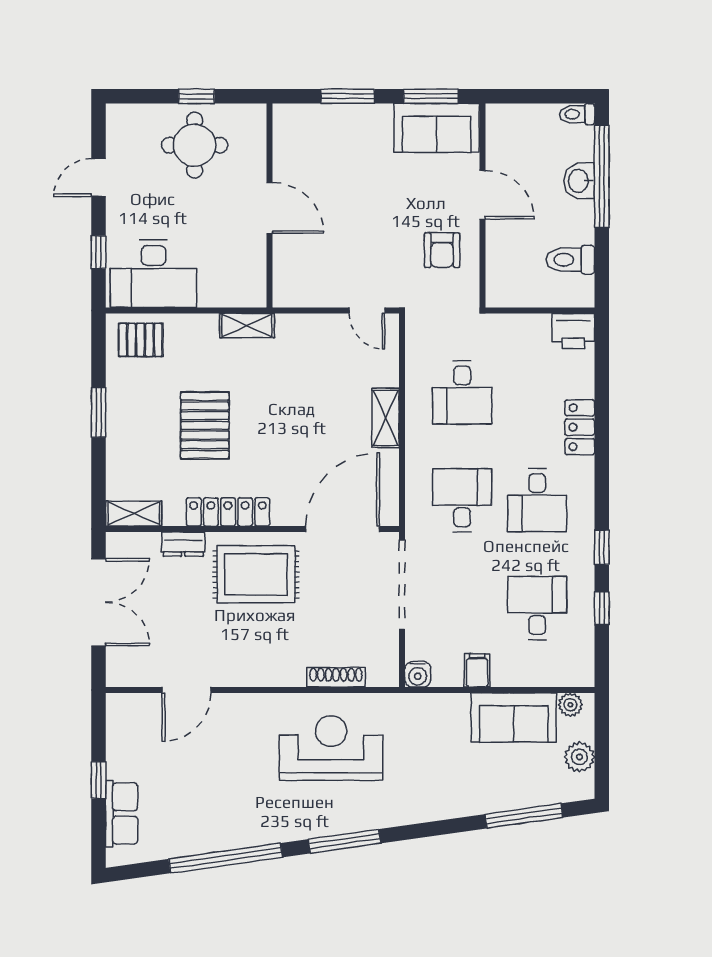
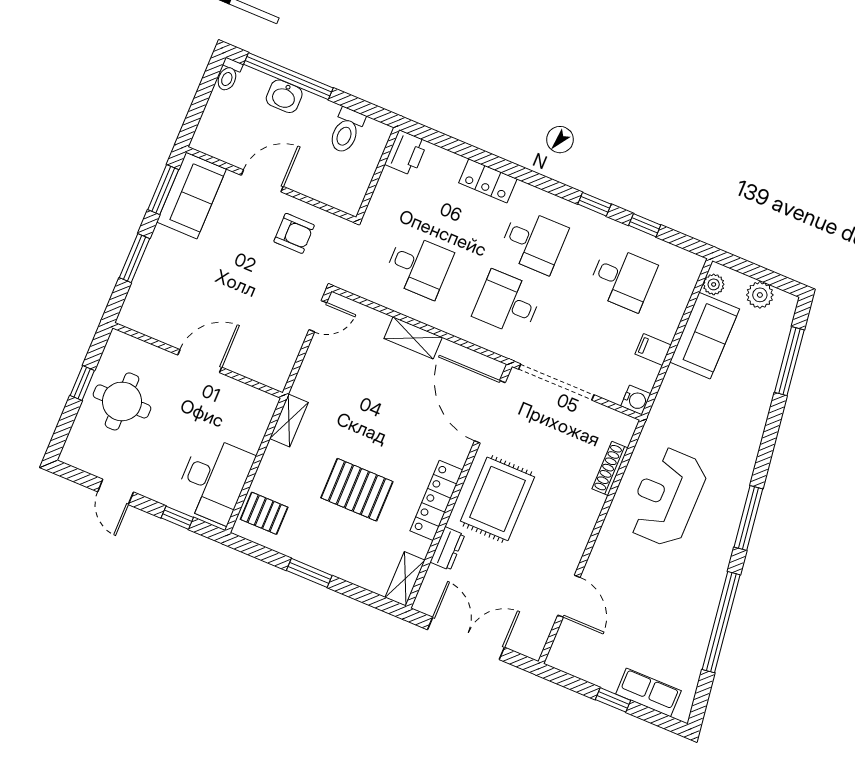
pallet: (141, 340) -> (264, 513), turned 90
desk: (537, 608) -> (622, 278), turned 180

